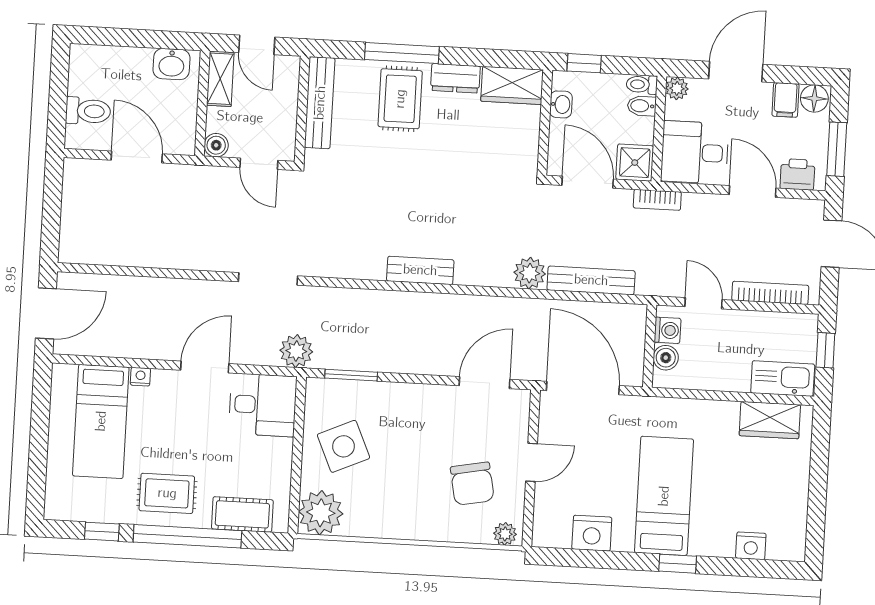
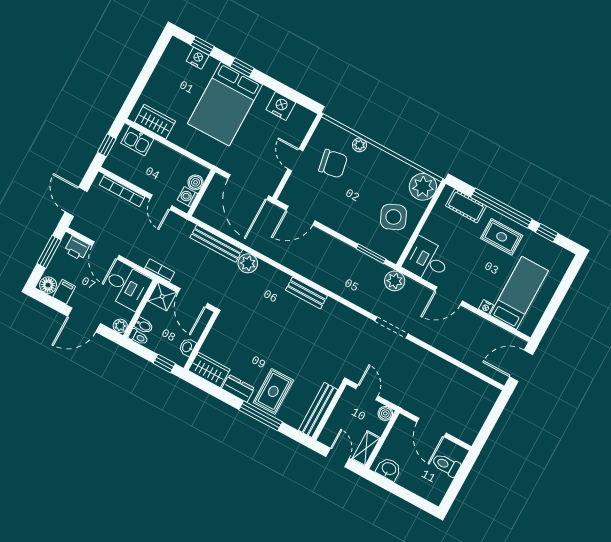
kitchen sink: (783, 379) -> (137, 141), width x0.73
door: (531, 462) -> (295, 160), hinge flipped
chair: (472, 484) -> (333, 164), turned 91
bed: (664, 496) -> (225, 104), width x1.50
plant: (505, 534) -> (359, 145), moved
window: (752, 568) -> (202, 46), added

